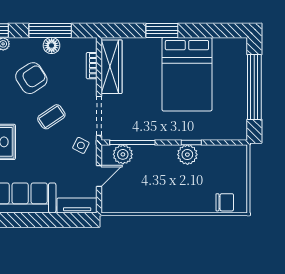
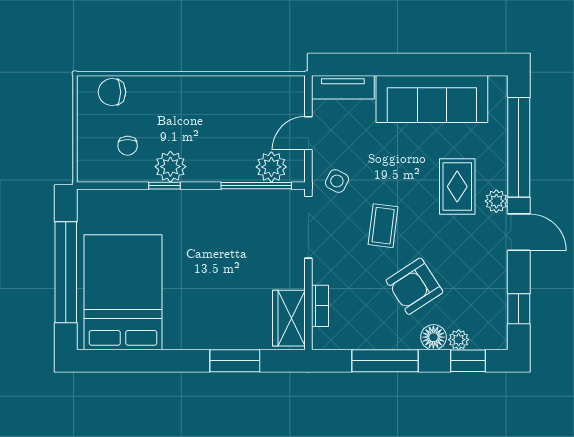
window: (162, 30) -> (235, 361), moved
floor lamp: (52, 46) -> (433, 337), moved
wardrobe: (112, 67) -> (289, 318), width x0.67
bed: (187, 74) -> (123, 292), moved
coffee table: (51, 117) -> (383, 226), turned -49
chair: (215, 168) -> (128, 146), added

